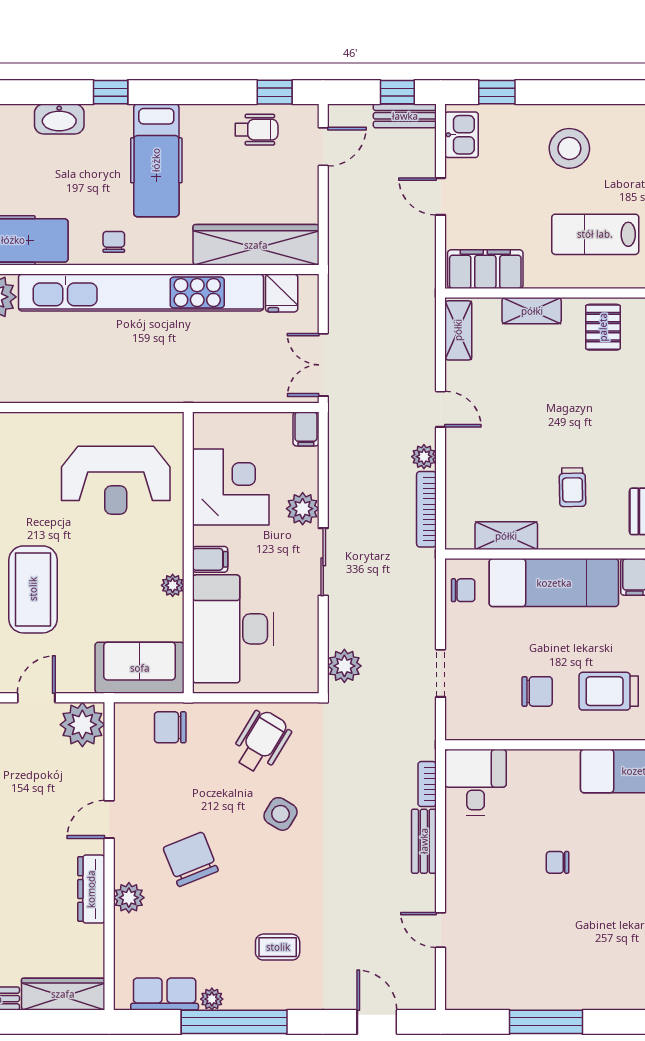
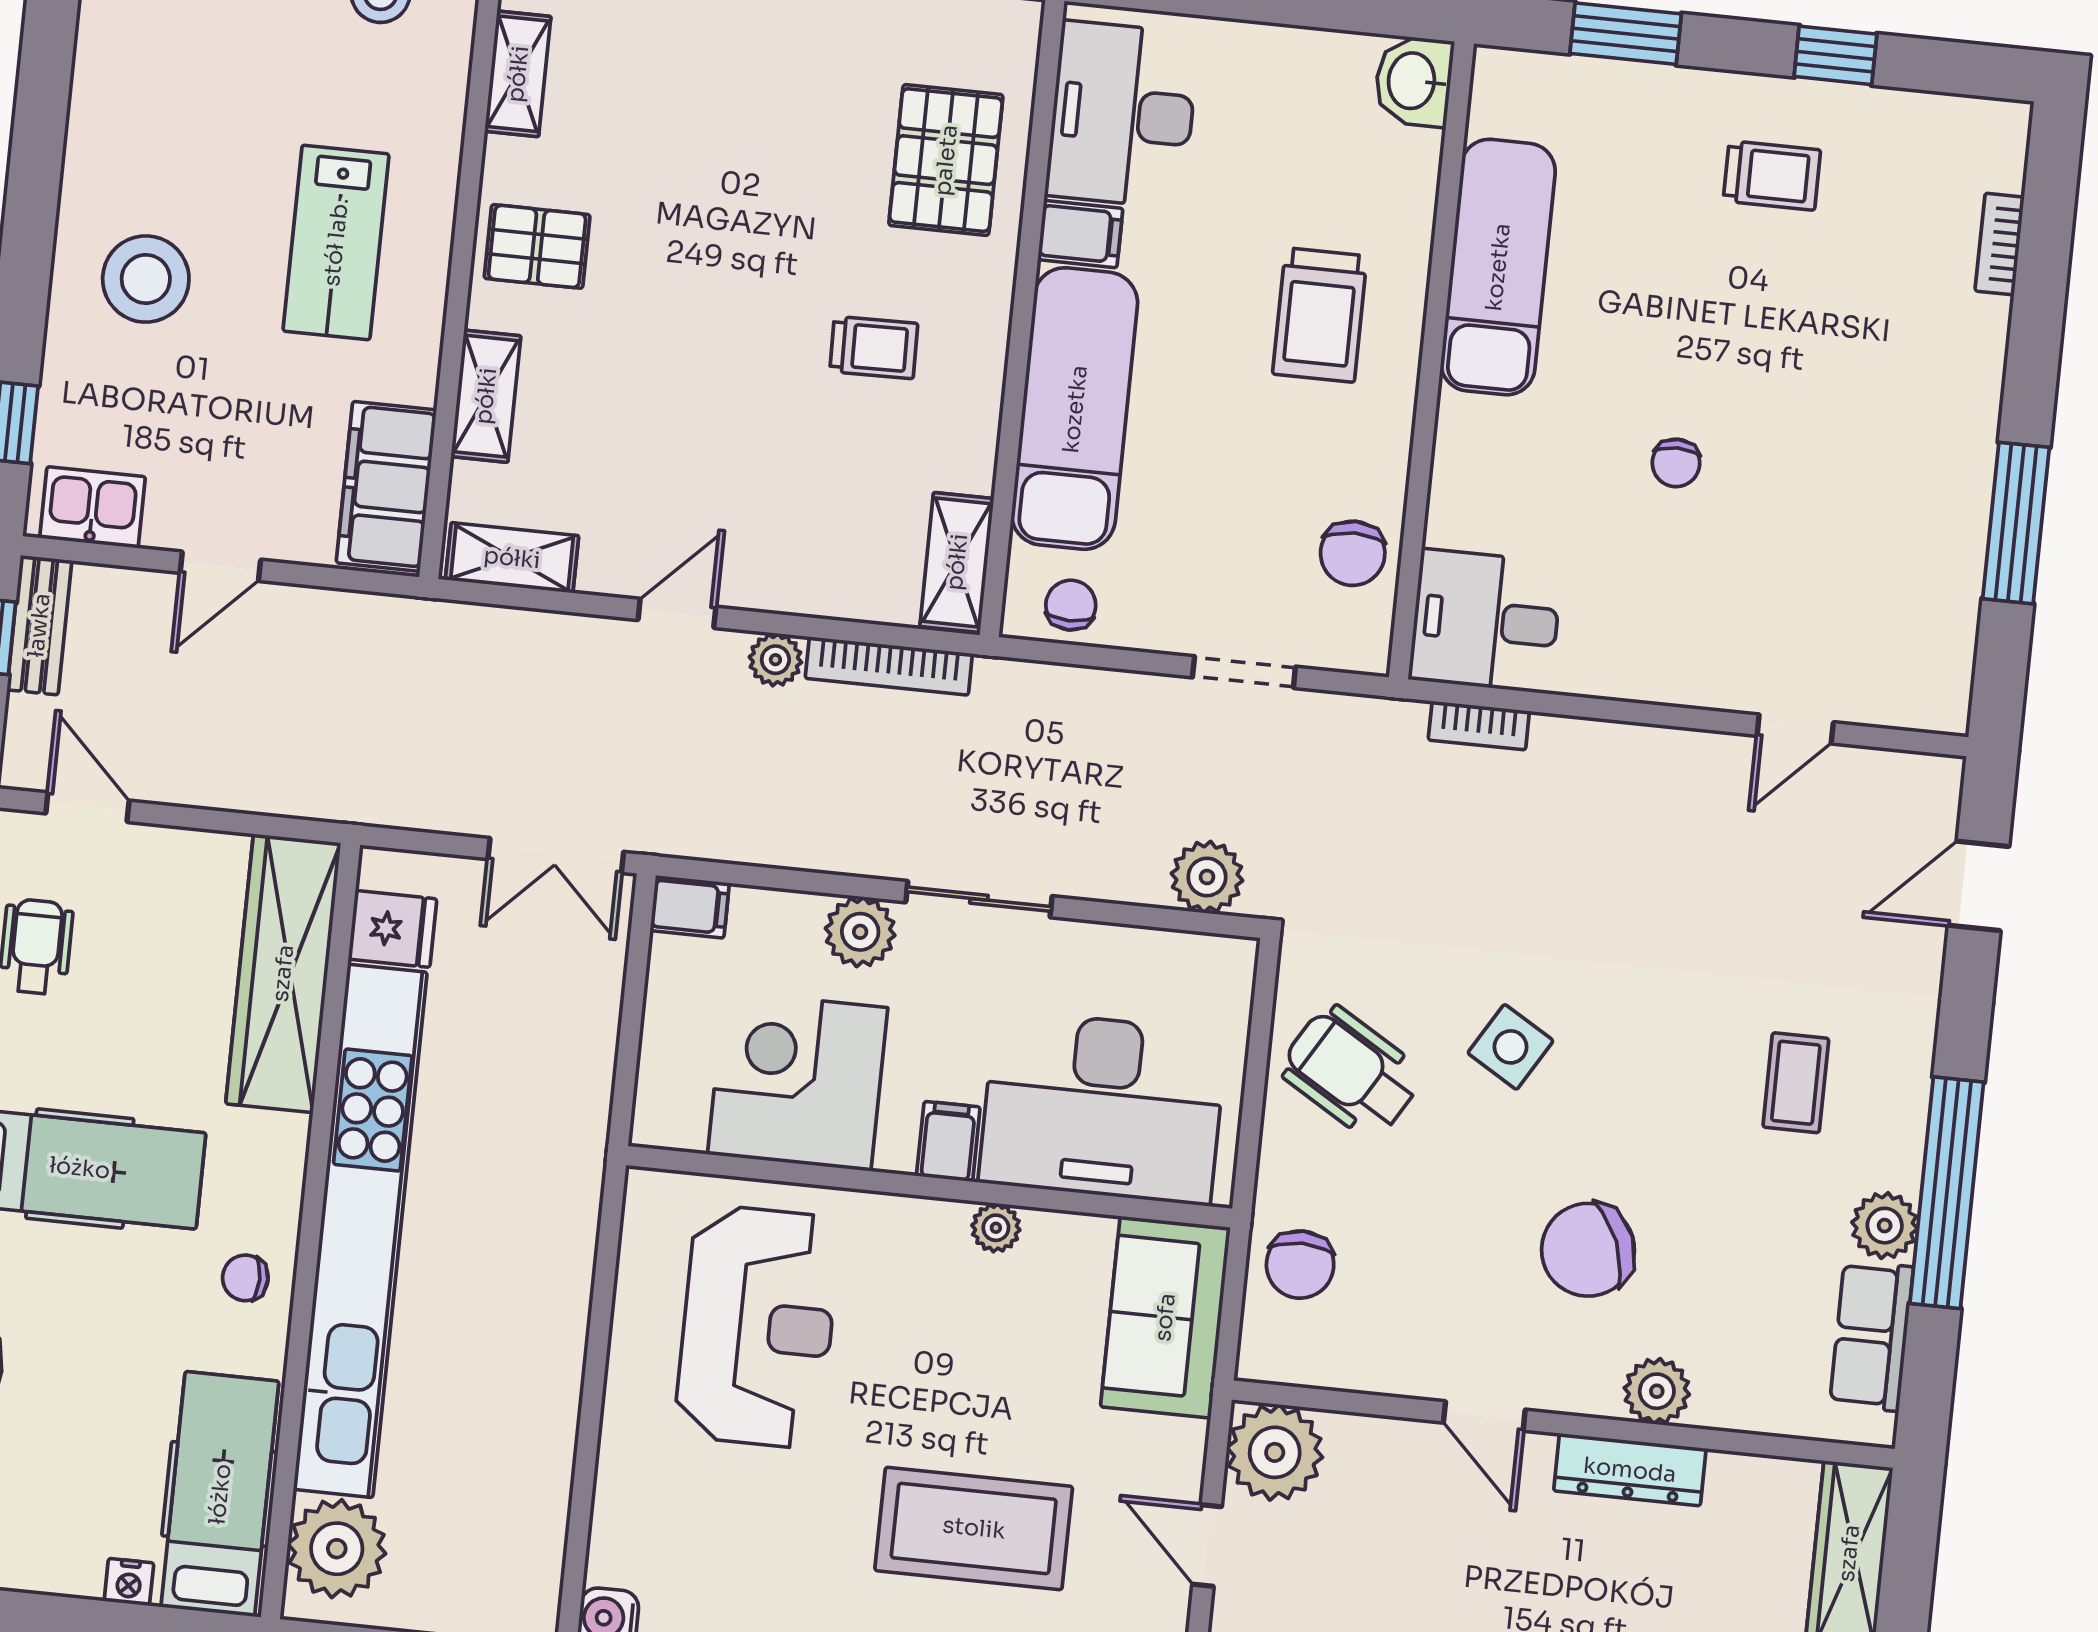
shelving: (506, 536) -> (957, 562), moved
chair: (537, 691) -> (1353, 553), moved, turned 180
bench: (424, 841) -> (1601, 745), removed
plant: (212, 999) -> (1885, 1226), width x1.38, depth x1.38

